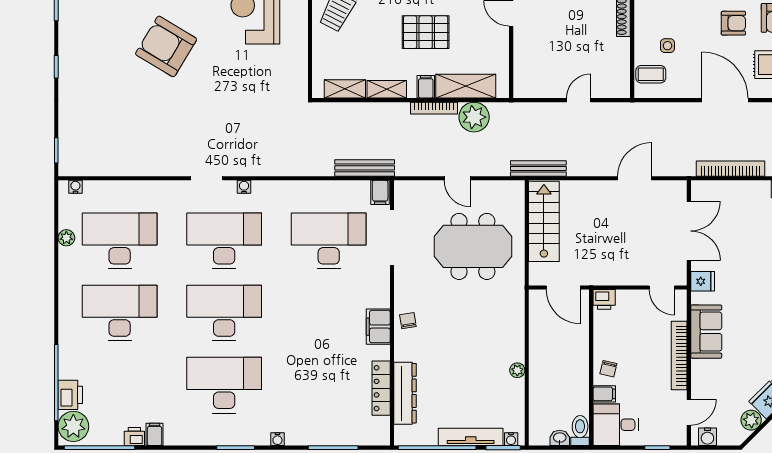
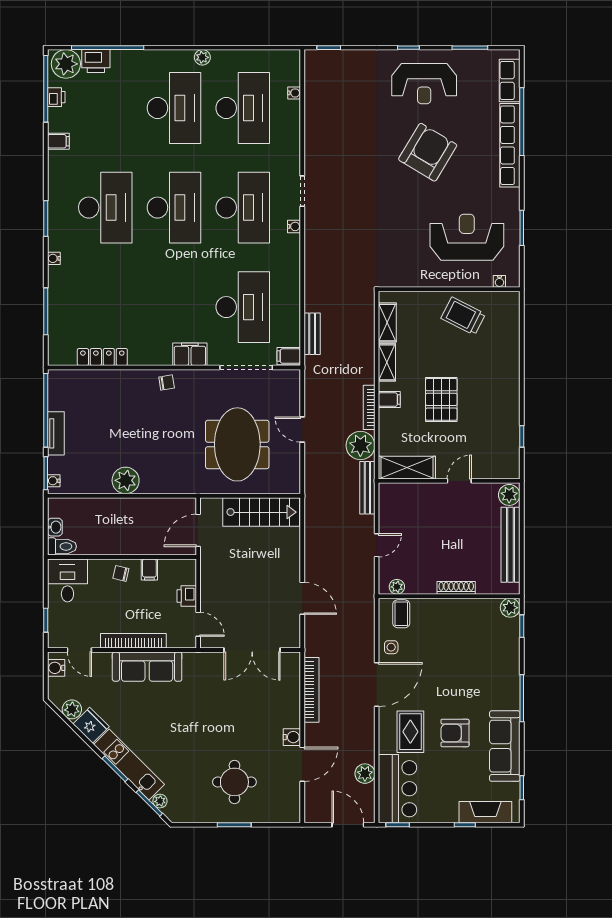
armchair: (733, 23) -> (450, 693), removed
side table: (667, 46) -> (391, 647), moved
reception desk: (94, 50) -> (424, 84), added
plant: (622, 79) -> (397, 587), added
shelving: (466, 86) -> (407, 468), moved, turned 90
door: (579, 100) -> (377, 545), hinge flipped
bench: (365, 168) -> (312, 334), width x0.73
bench: (538, 168) -> (367, 488), moved
door: (457, 178) -> (302, 430), hinge flipped
water cooler: (75, 187) -> (294, 93), moved
plant: (66, 238) -> (202, 57), moved
fridge: (703, 281) -> (204, 663), removed
door: (662, 288) -> (198, 624), swing flipped
printer: (604, 299) -> (187, 596), moved
filing cabinet: (378, 327) -> (190, 354), moved
sofa: (706, 332) -> (147, 667), width x1.36
plant: (517, 370) -> (126, 480), width x1.88, depth x1.88
dresser: (405, 393) -> (97, 380), removed
filing cabinet: (604, 394) -> (149, 570), moved
printer: (134, 437) -> (56, 97), moved
tv unit: (471, 437) -> (56, 433), width x0.71

